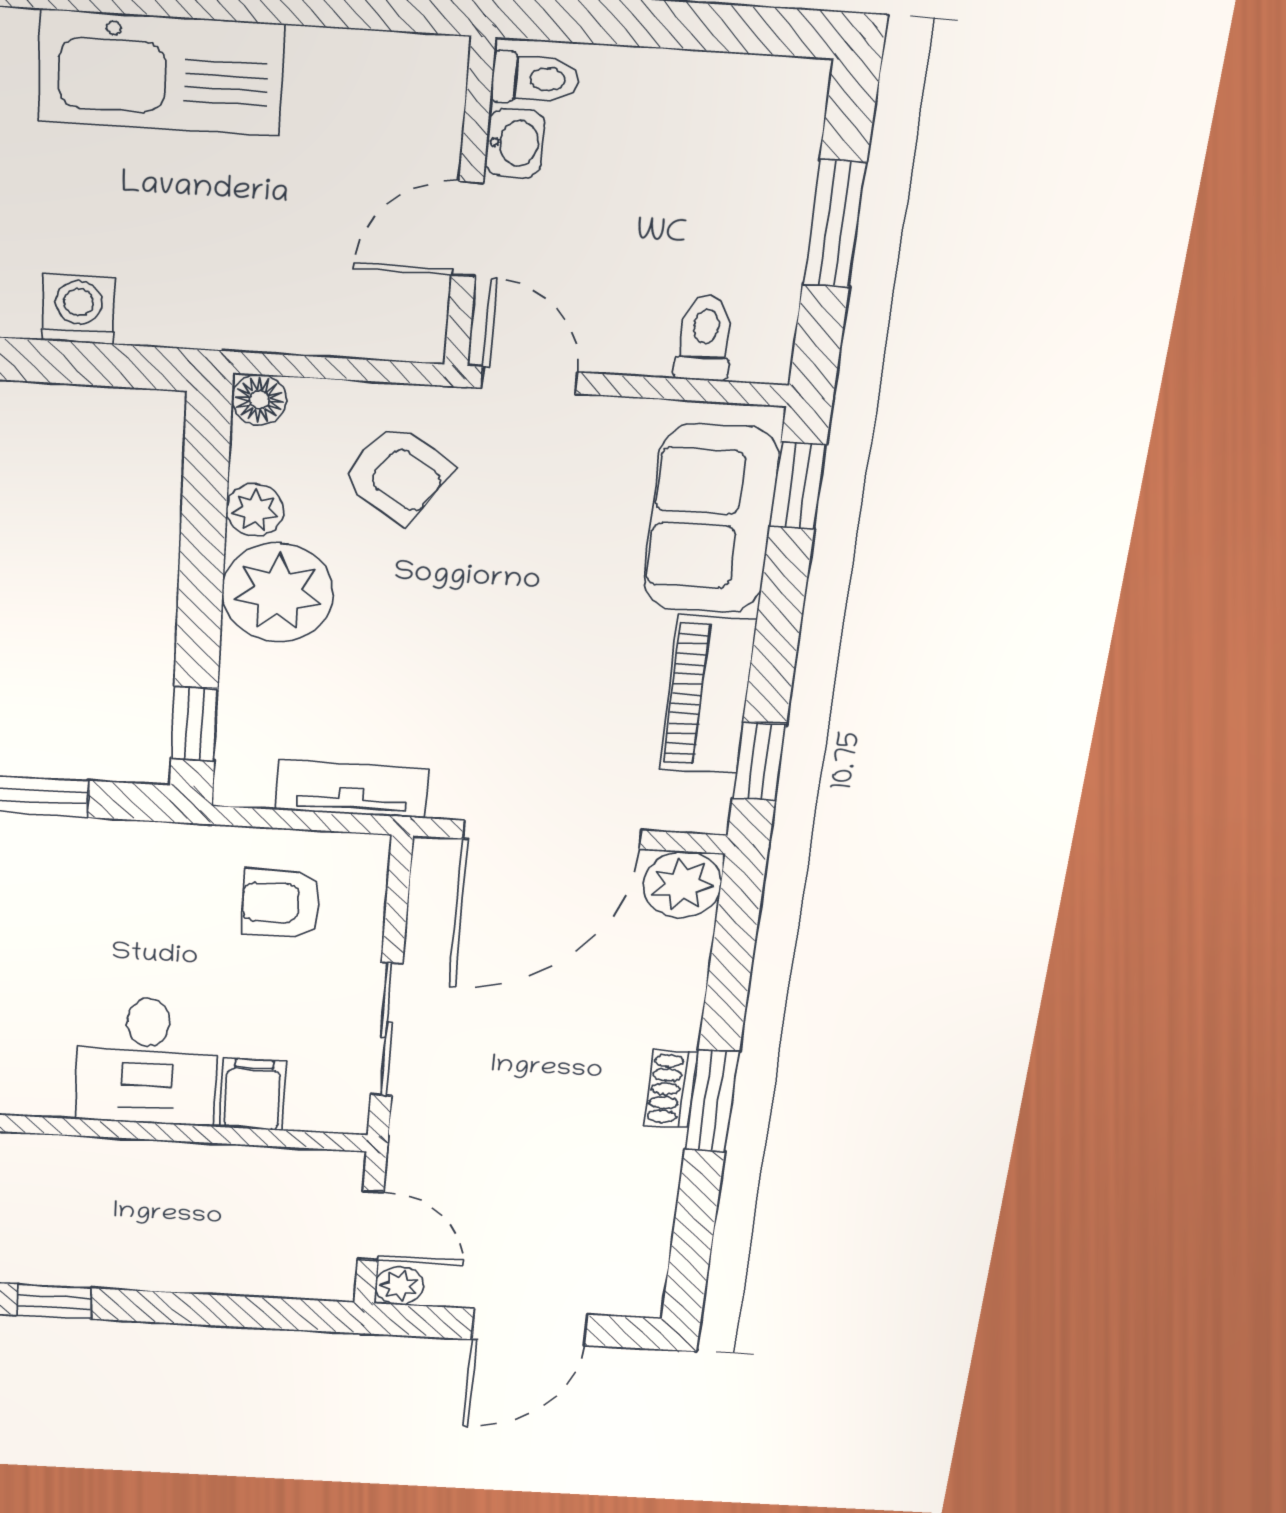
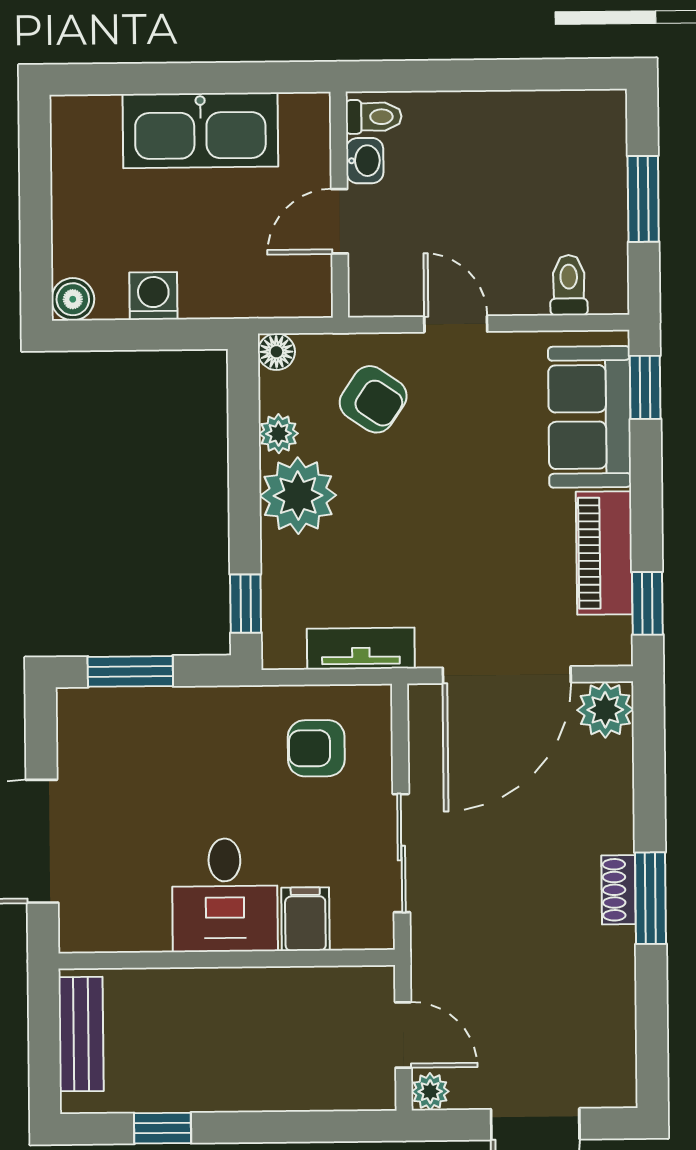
toilet: (535, 78) -> (374, 117), moved
washbasin: (515, 143) -> (365, 161), moved
wall: (469, 205) -> (339, 205), moved
door: (467, 229) -> (340, 221), moved

